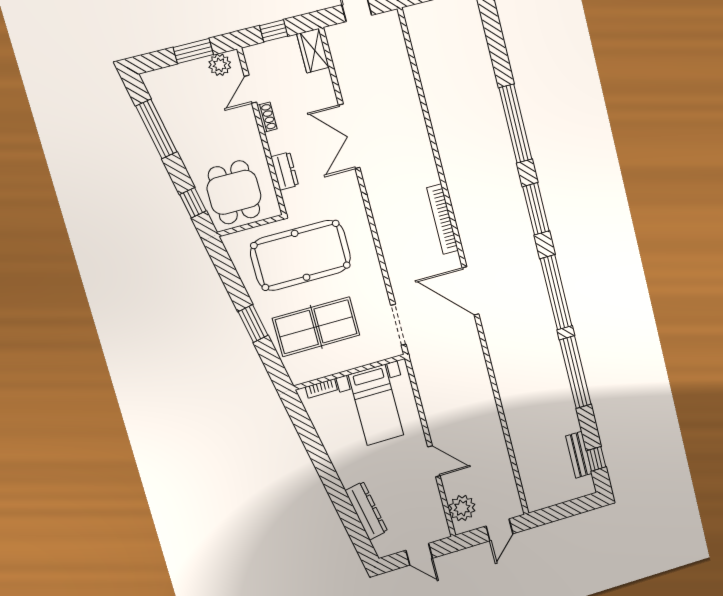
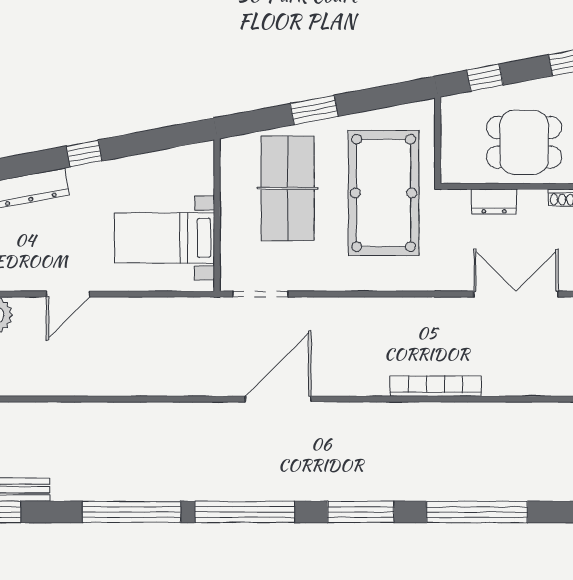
dining table: (234, 192) -> (524, 142), moved
bookcase: (442, 219) -> (436, 386), moved
bookcase: (321, 388) -> (206, 174), removed
window: (330, 480) -> (84, 153), added

